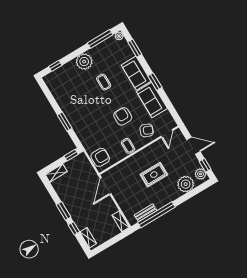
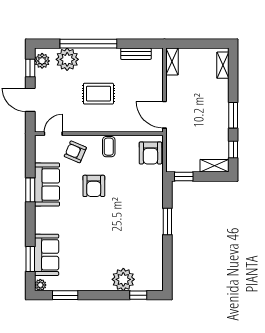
window: (100, 39) -> (65, 295), width x0.69
plant: (84, 62) -> (123, 279), moved
sofa: (136, 73) -> (47, 255), moved
coffee table: (104, 82) -> (92, 241), removed
window: (155, 82) -> (30, 190), moved
armchair: (100, 157) -> (150, 153), turned -90
door: (106, 186) -> (164, 115), swing flipped
window: (156, 215) -> (88, 44), moved
window: (74, 228) -> (233, 150), moved

